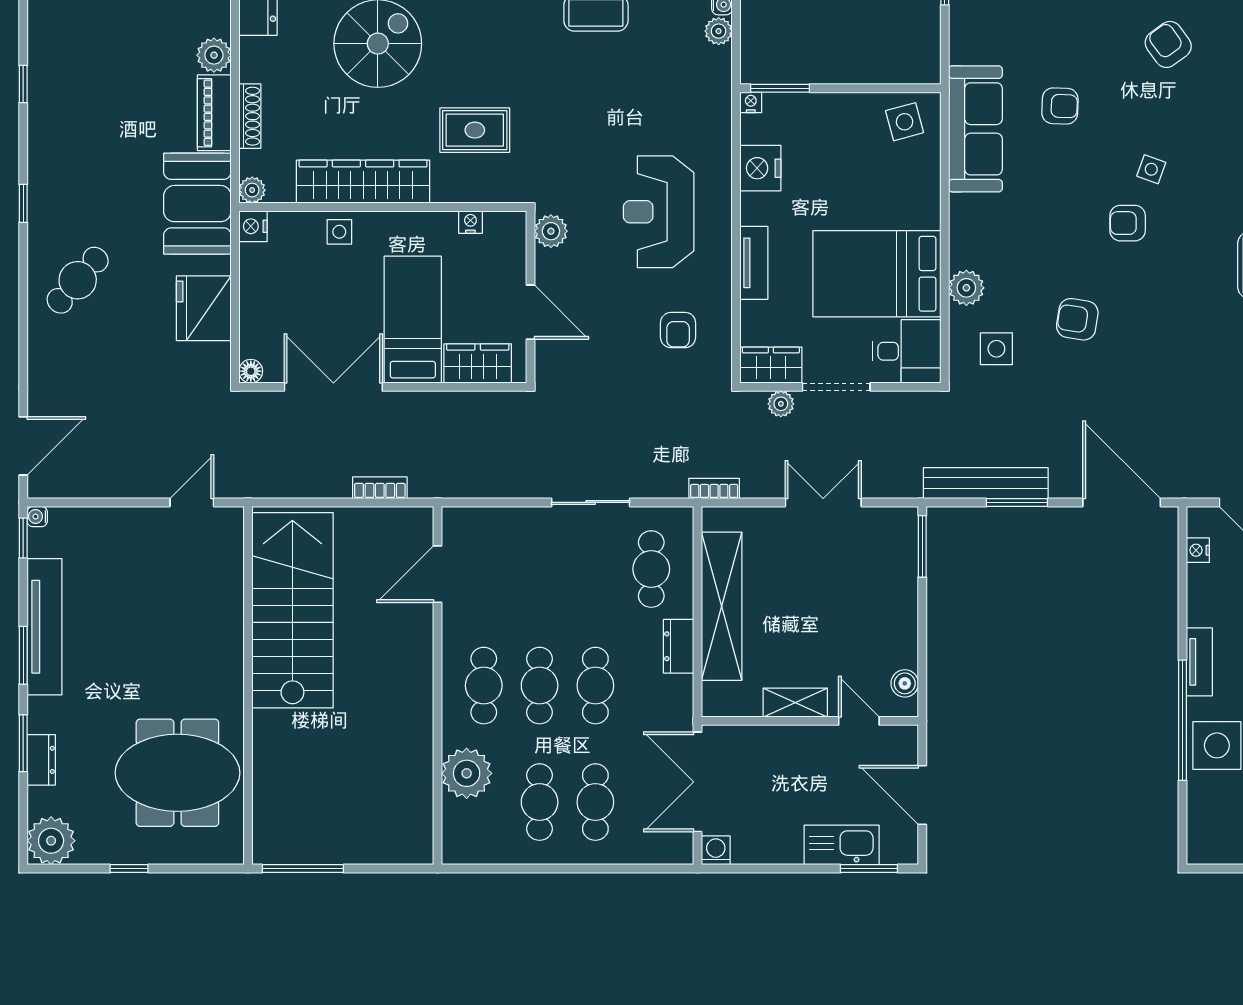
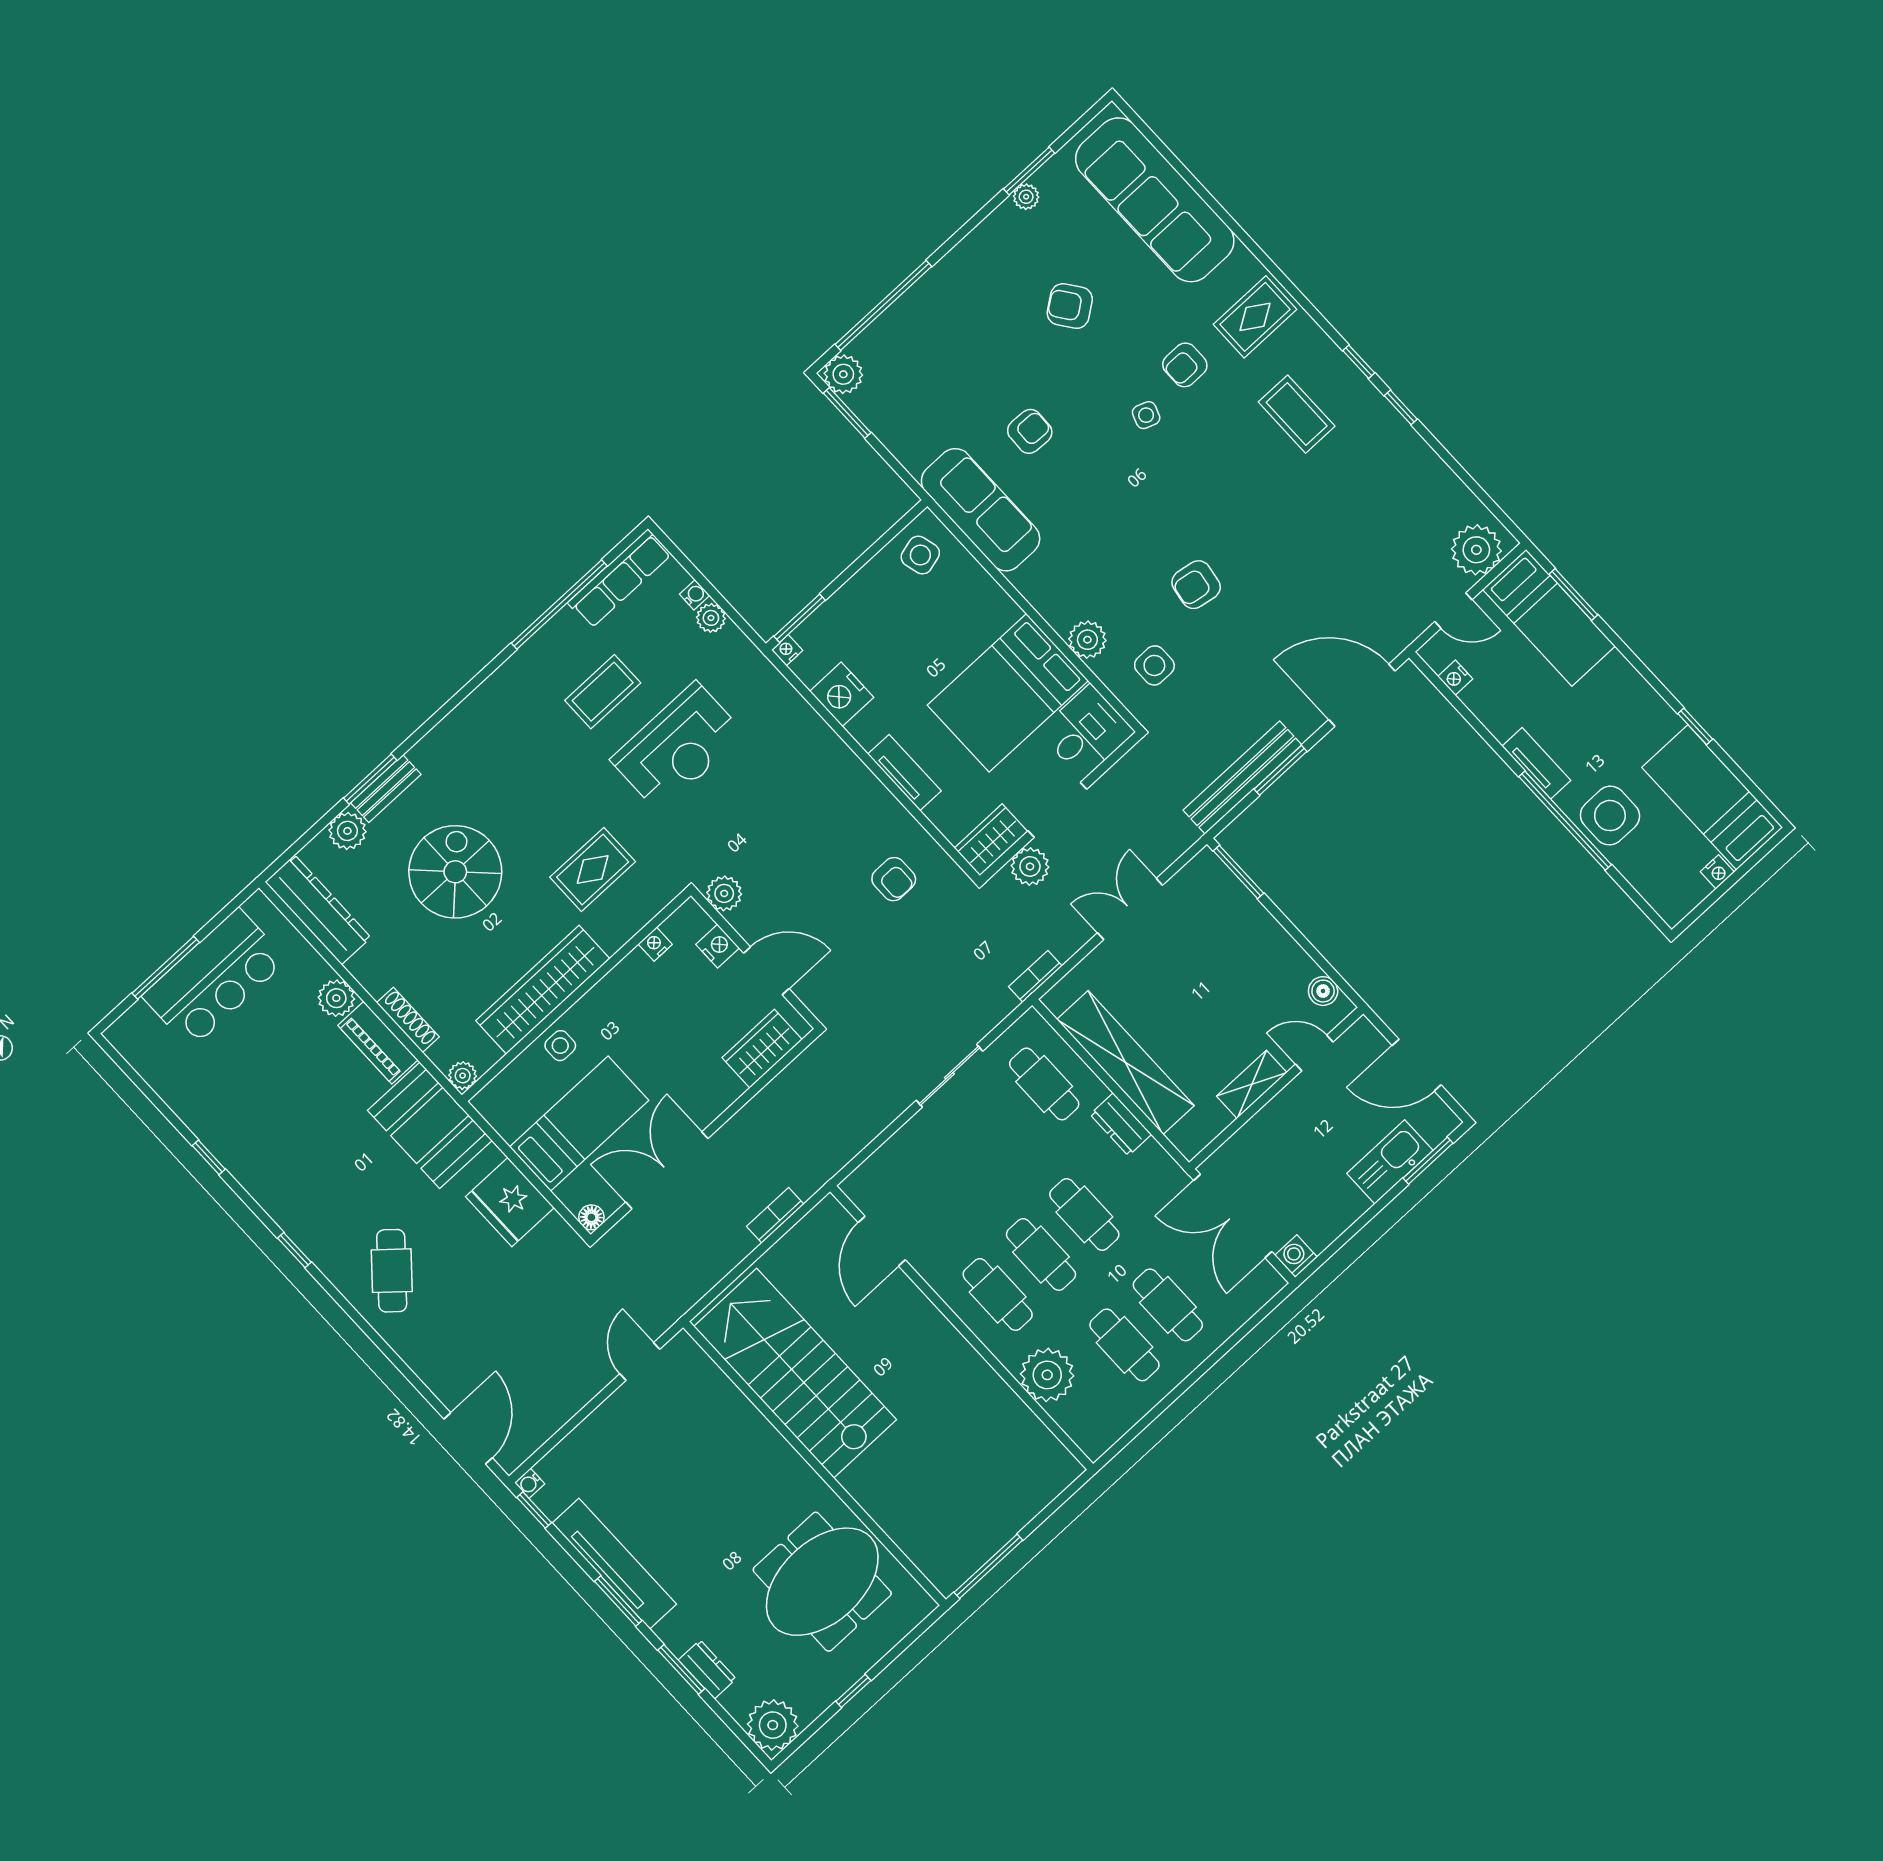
reception desk: (659, 212) -> (678, 747), moved, turned -90
armchair: (1128, 223) -> (1185, 365), moved
nightstand: (253, 226) -> (718, 946), moved, turned 180
bed: (413, 320) -> (579, 1124), moved, turned 90
plant: (781, 404) -> (1030, 866), width x1.38, depth x1.38

